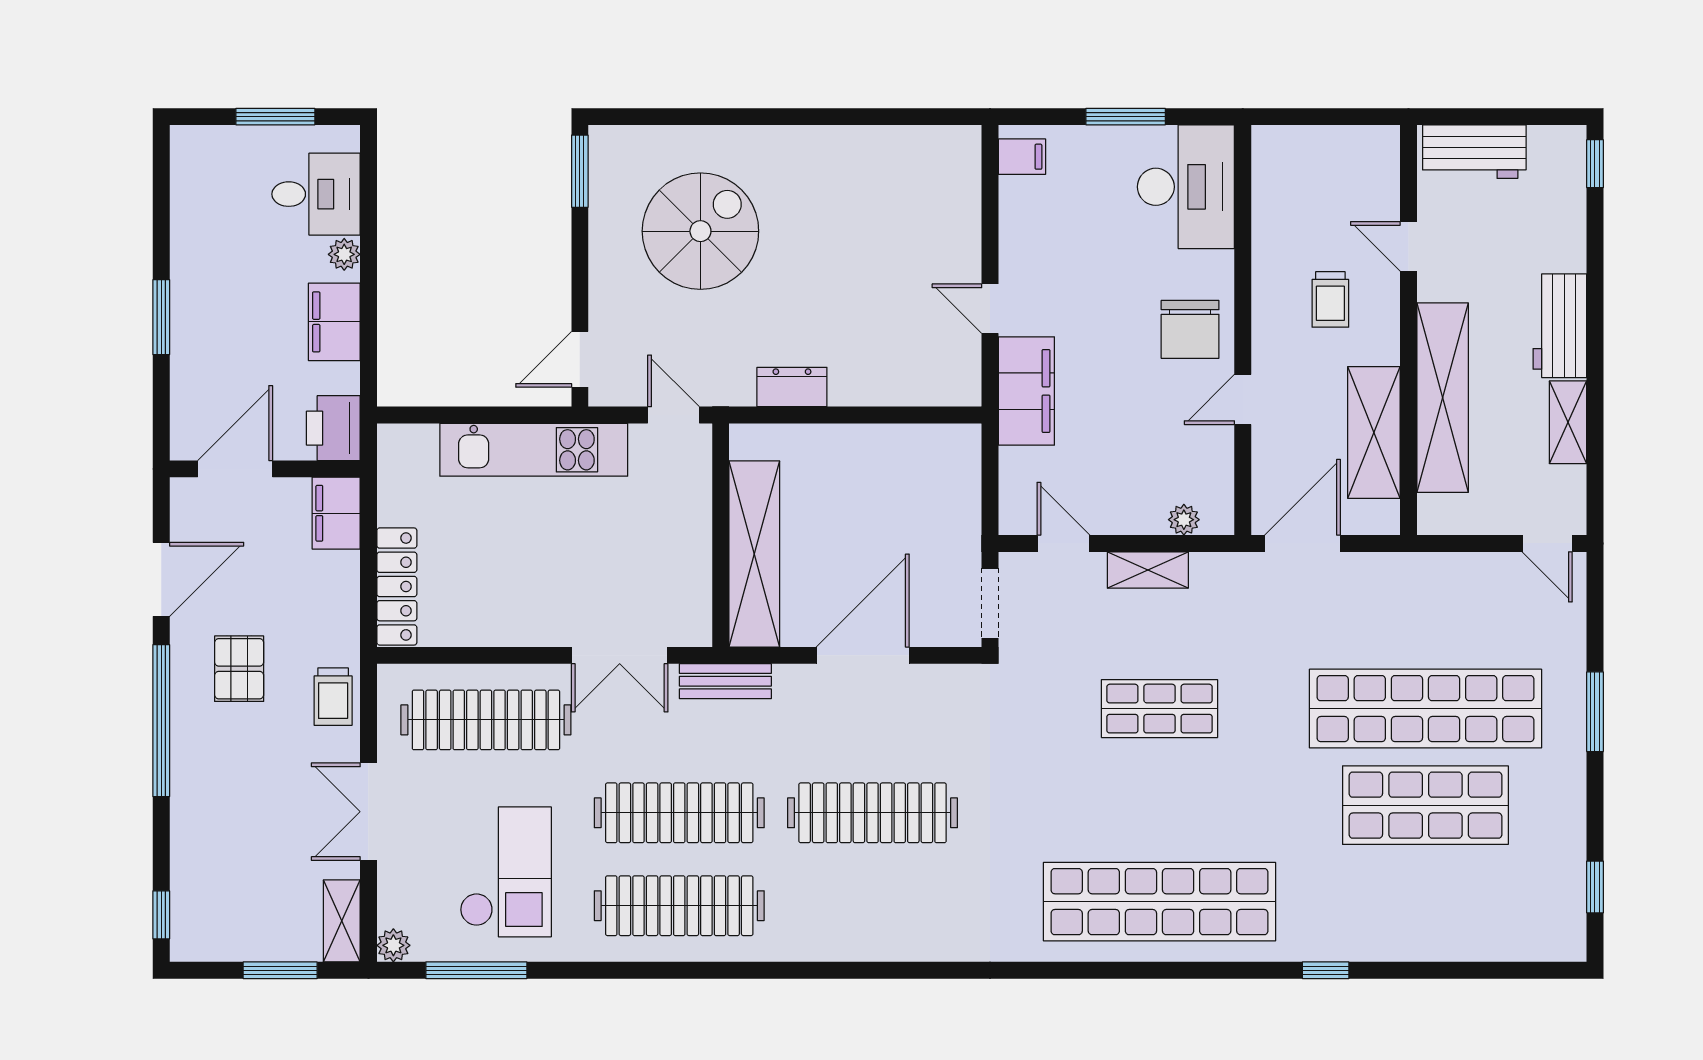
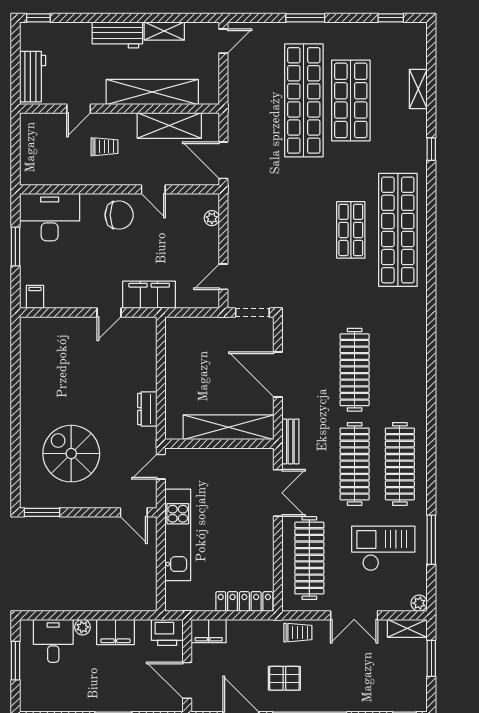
shelving: (1148, 570) -> (418, 89), moved
shop shelf: (1159, 709) -> (351, 230), moved
window: (476, 970) -> (431, 540), moved

